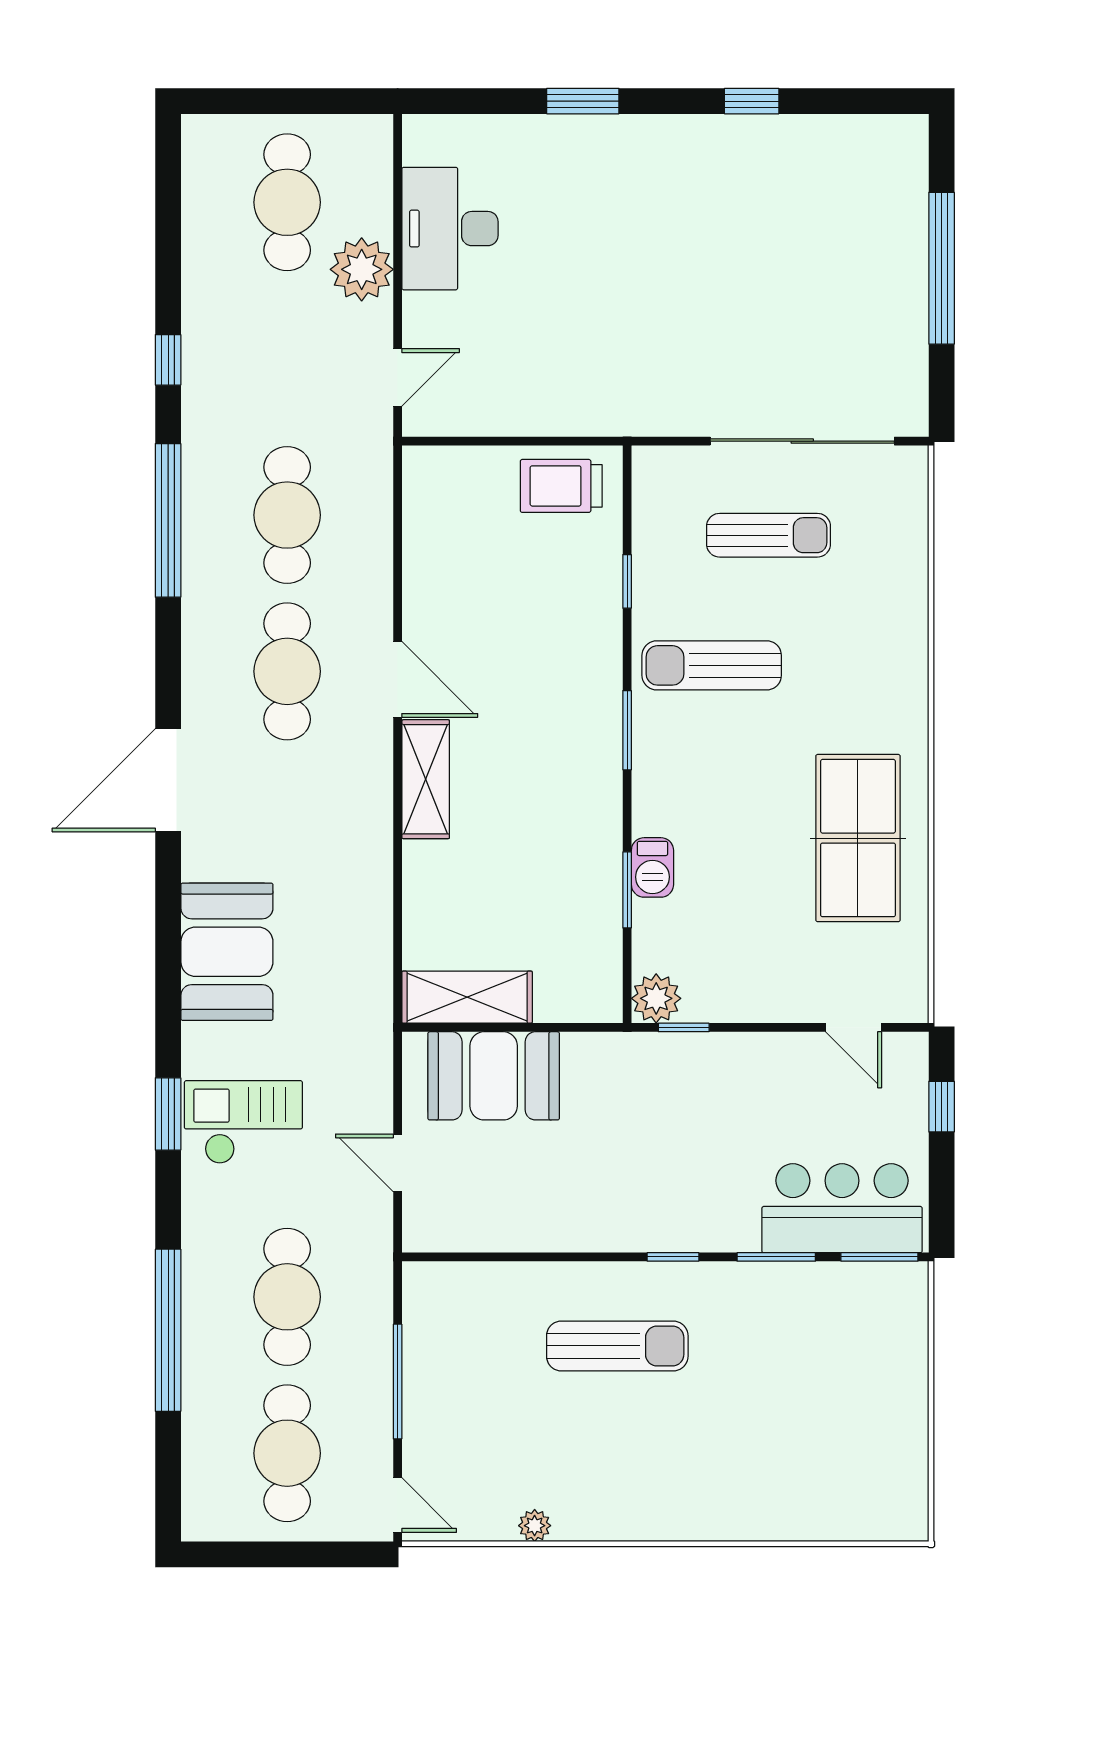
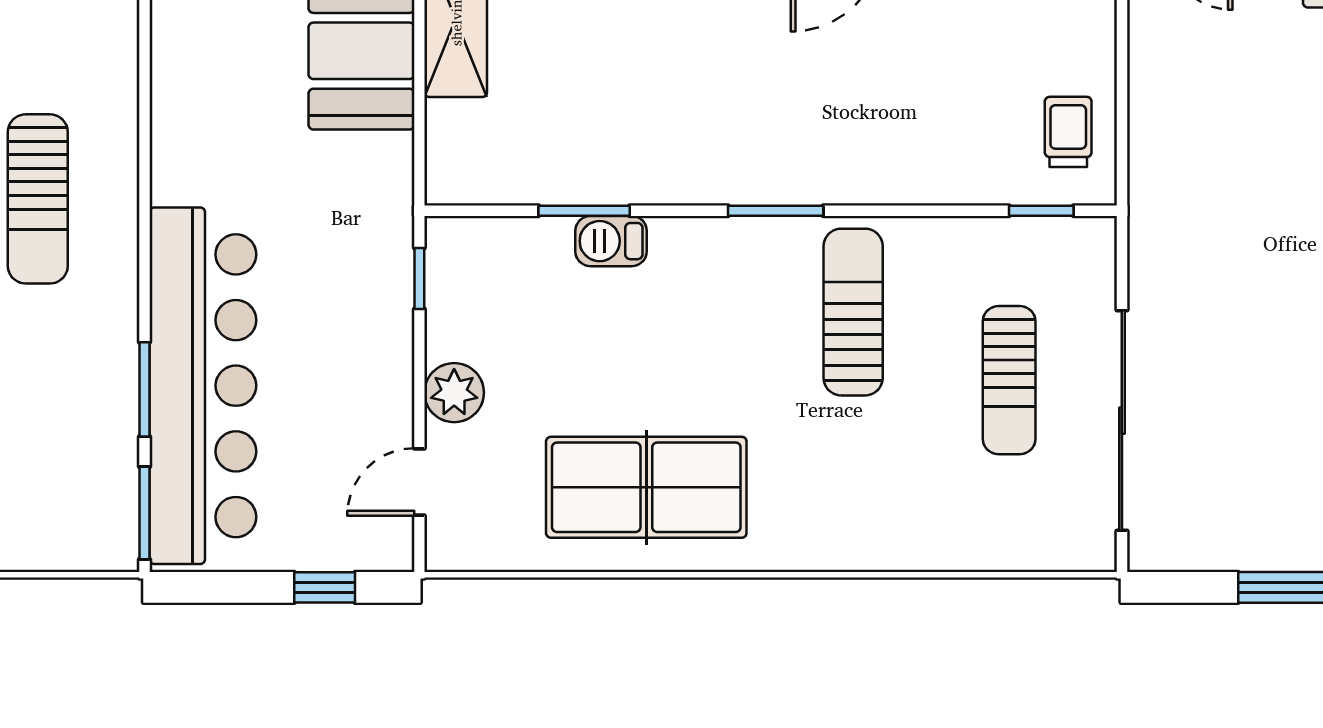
trolley: (561, 486) -> (1068, 132), width x0.73, depth x0.72
window: (627, 581) -> (1041, 211), moved
plant: (656, 998) -> (454, 393), moved
bar counter: (842, 1208) -> (203, 386), width x1.86
window: (673, 1257) -> (144, 266), removed

